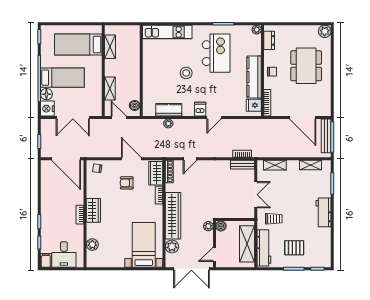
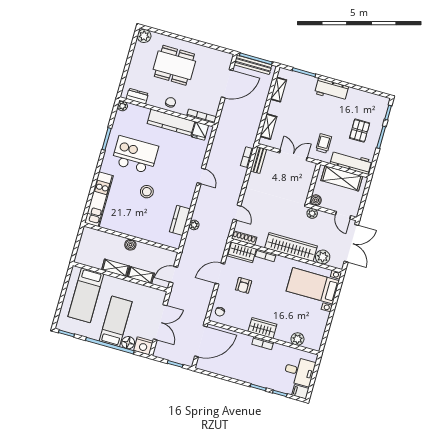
shelving: (110, 47) -> (115, 268), moved
boiler: (135, 105) -> (130, 245), moved
dishwasher: (200, 109) -> (189, 188), removed

